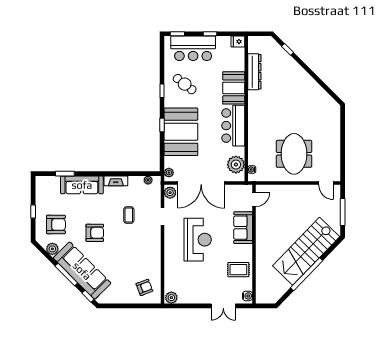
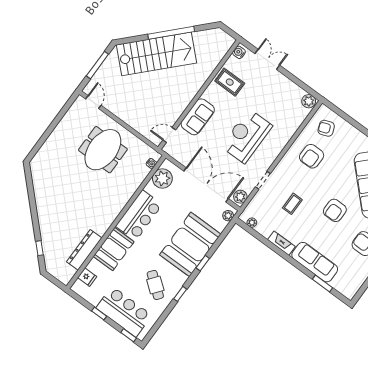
fridge: (238, 42) -> (87, 277), moved
armchair: (95, 233) -> (335, 210), turned -90
armchair: (140, 260) -> (312, 156), added

